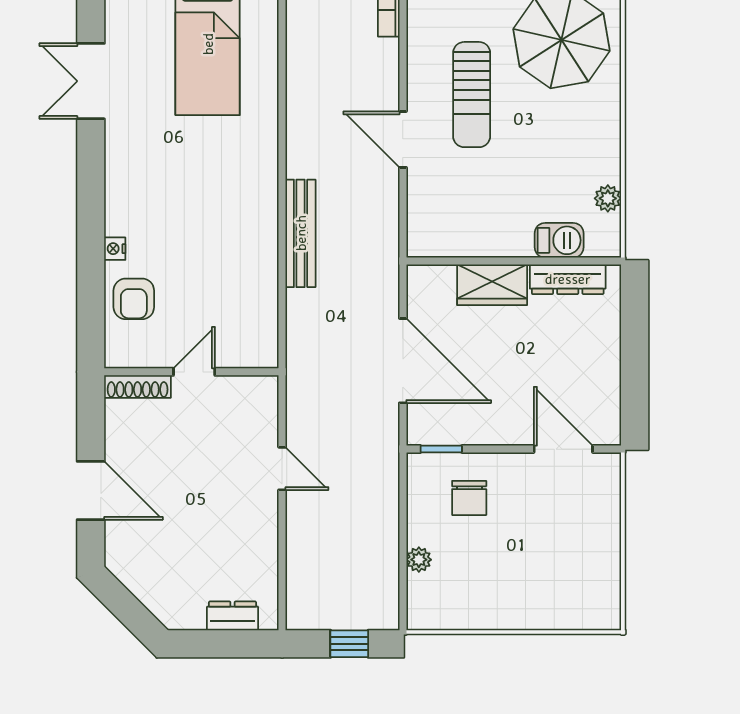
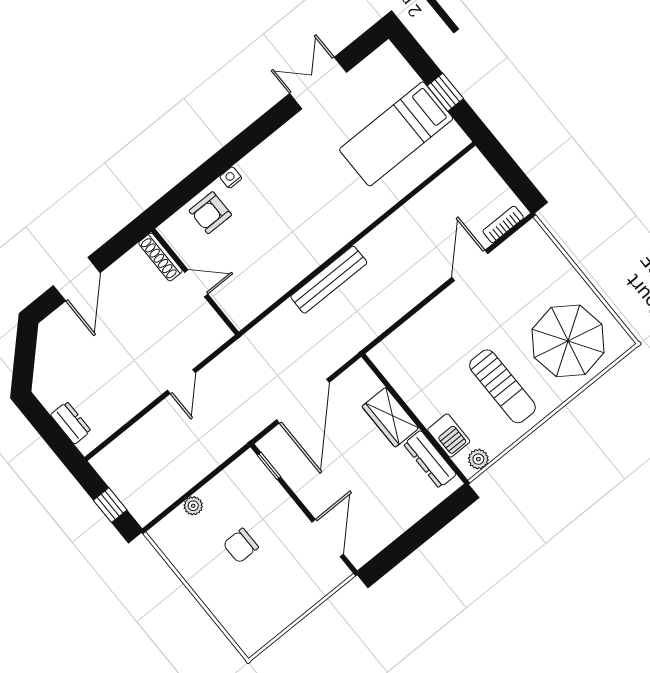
sun lounger: (472, 95) -> (502, 386), moved, turned -90
door: (403, 139) -> (470, 265), moved
plant: (608, 198) -> (478, 459), moved
chair: (469, 498) -> (241, 546), moved

